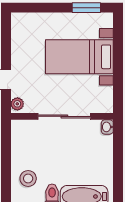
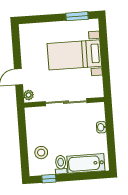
washbasin: (107, 127) -> (101, 127), moved

